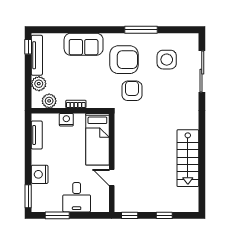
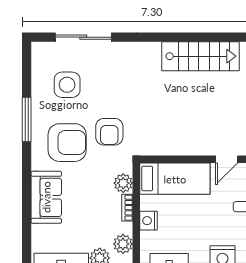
armchair: (124, 60) -> (67, 143), turned 90
armchair: (132, 91) -> (109, 132), turned -90
plant: (94, 101) -> (123, 183), added

